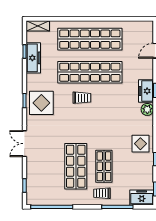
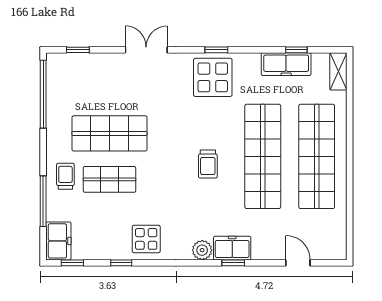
trolley: (82, 98) -> (208, 164), moved

